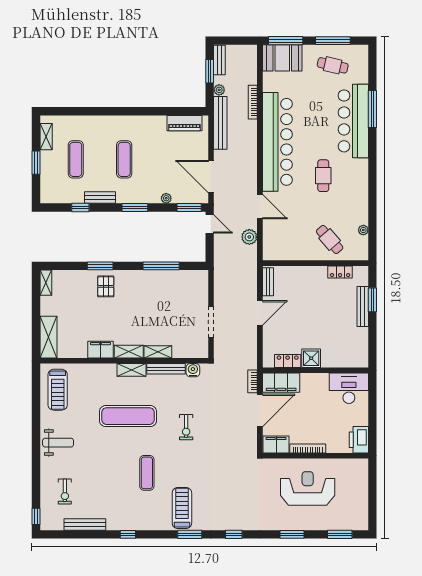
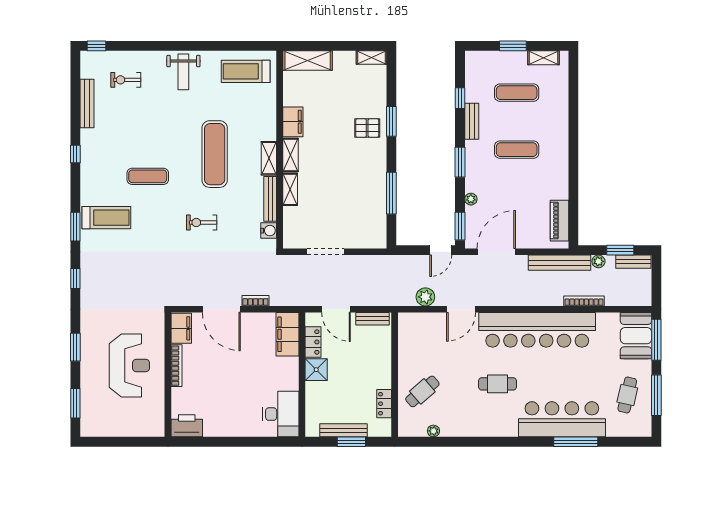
shower: (311, 358) -> (316, 370), moved
locker: (288, 361) -> (313, 342), moved
wall: (315, 370) -> (302, 375), moved
filing cabinet: (281, 383) -> (287, 334), moved
desk: (349, 388) -> (281, 414), moved

